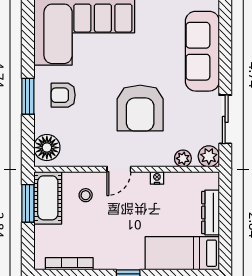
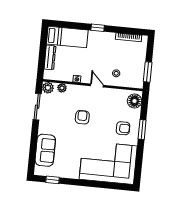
sofa: (202, 51) -> (45, 150), width x0.73
armchair: (140, 108) -> (82, 117), width x0.53, depth x0.53
door: (119, 169) -> (97, 85), hinge flipped
cot: (48, 198) -> (137, 74), removed

